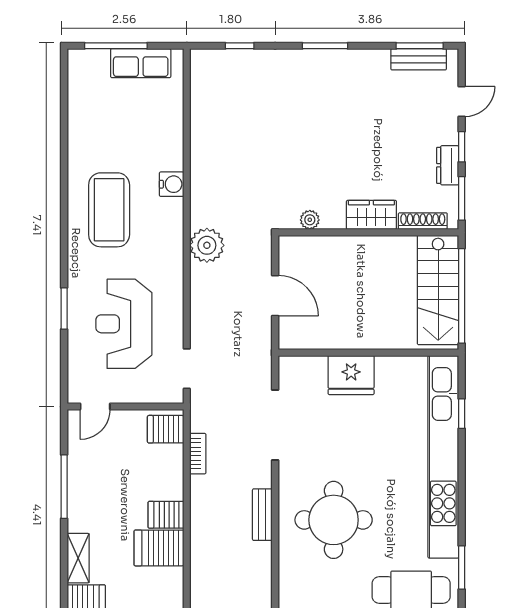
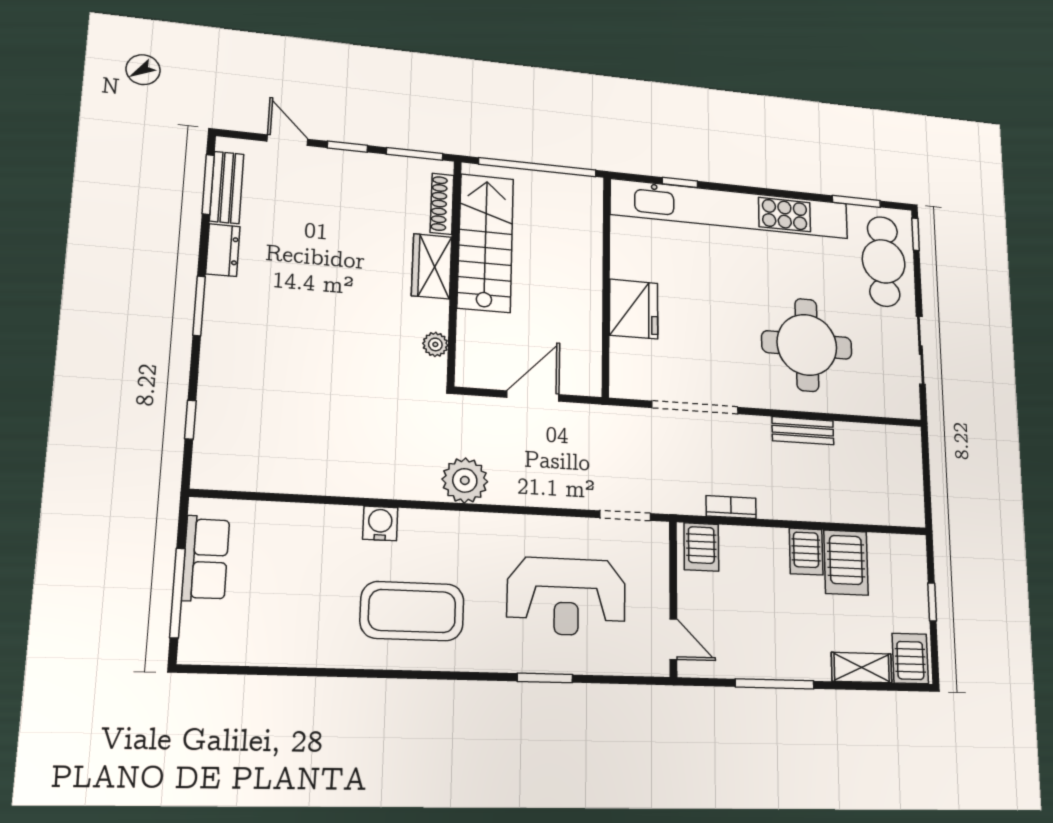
dresser: (448, 165) -> (223, 250), moved, turned -90
stairs: (438, 290) -> (485, 243), moved, turned -90

